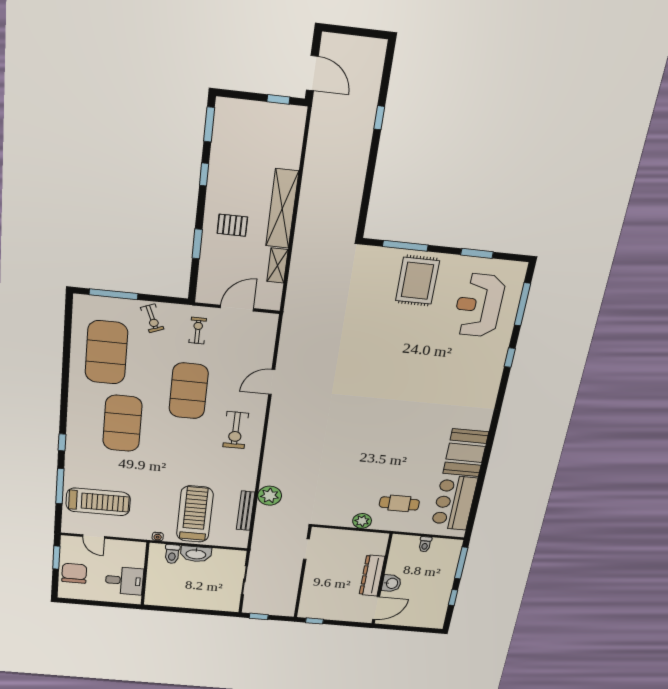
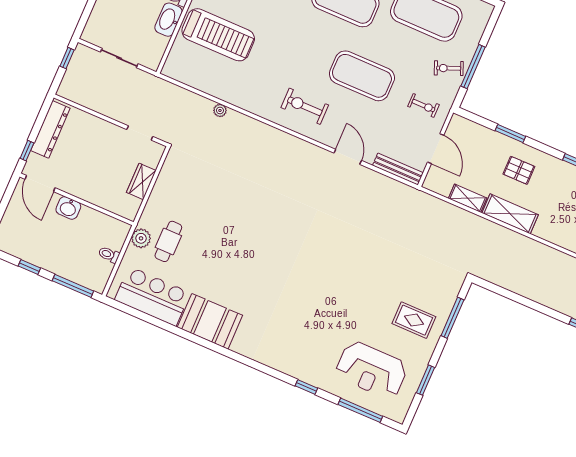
shelving: (282, 209) -> (510, 214), width x0.68
pallet: (232, 225) -> (519, 170), turned 90
rug: (417, 281) -> (414, 320), width x0.73, depth x0.70
window: (114, 294) -> (473, 67), moved
reception desk: (479, 305) -> (371, 370), turned 180
plant: (270, 496) -> (220, 110), width x0.53, depth x0.53
bench: (246, 511) -> (398, 169), moved
plant: (362, 521) -> (141, 238), moved
wardrobe: (350, 537) -> (141, 181), added
dresser: (372, 576) -> (50, 129), moved, turned 90
window: (314, 621) -> (27, 151), moved

